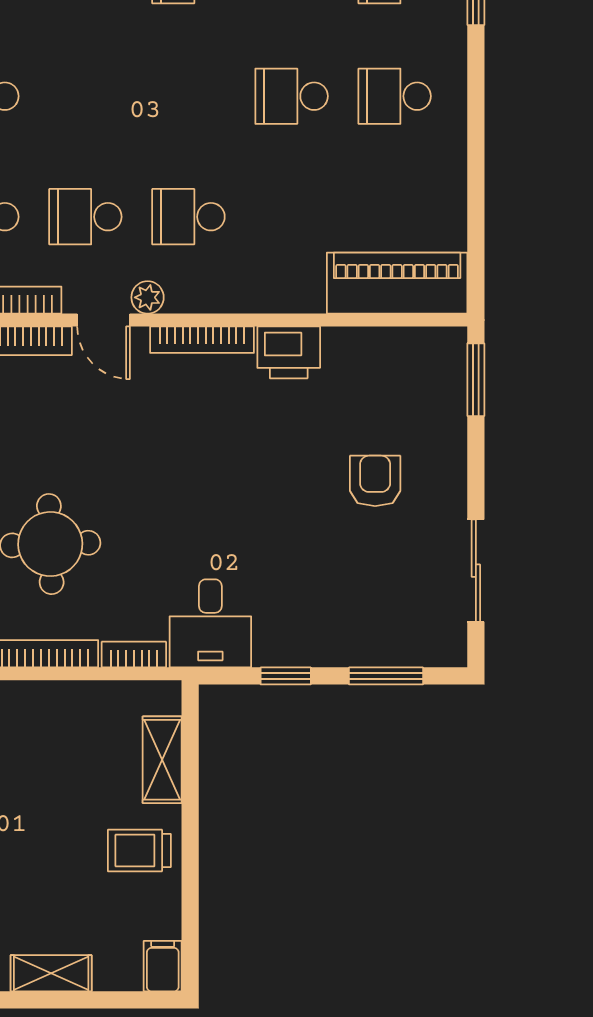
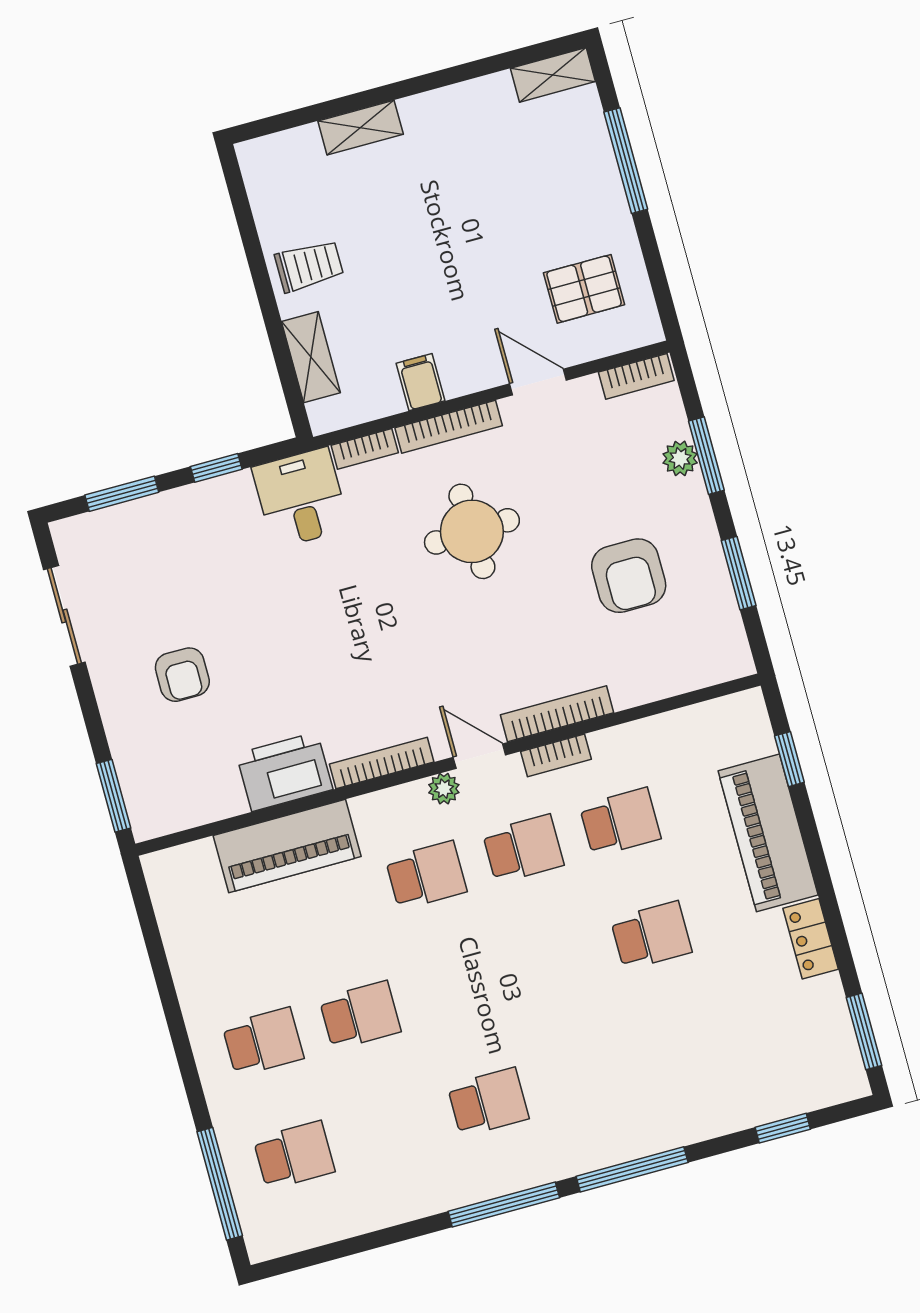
piano: (397, 283) -> (287, 846), moved
printer: (289, 352) -> (284, 772), width x1.37, depth x1.19
filing cabinet: (163, 966) -> (421, 382), moved, turned 180

